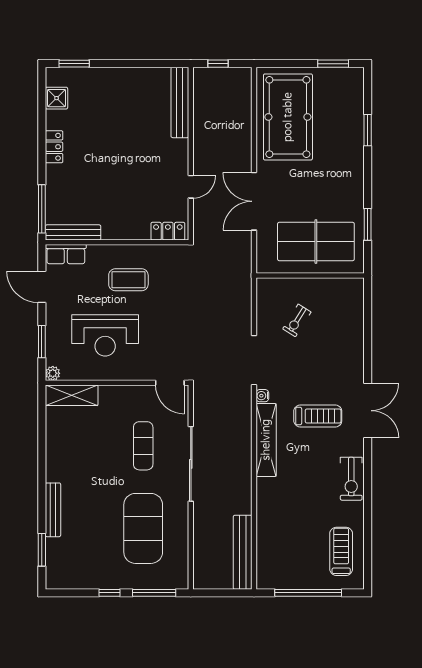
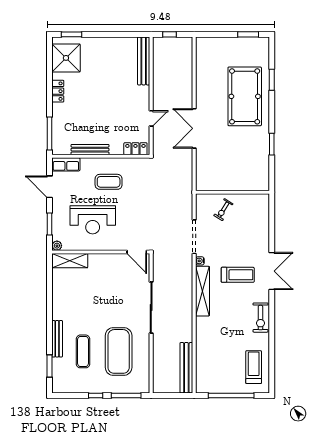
shower: (57, 98) -> (66, 58), width x1.86, depth x1.86
pool table: (288, 117) -> (245, 96), moved
bench: (73, 232) -> (90, 150), moved
table tennis table: (316, 242) -> (236, 156), removed
wall: (310, 276) -> (232, 192), moved
exercise mat: (143, 446) -> (83, 351), moved

